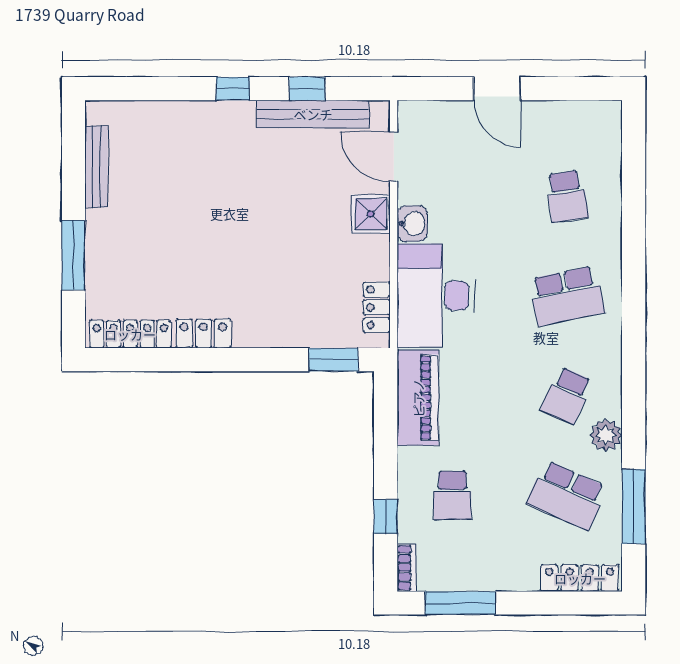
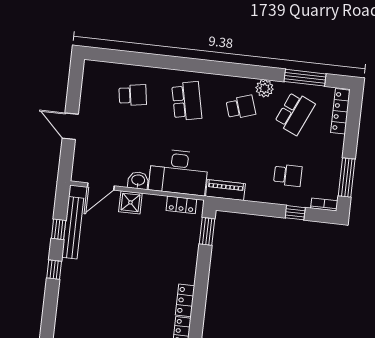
door: (497, 89) -> (70, 126), swing flipped
school desk: (567, 396) -> (241, 107), turned -42
piano: (418, 398) -> (225, 190), width x0.73, depth x0.75

